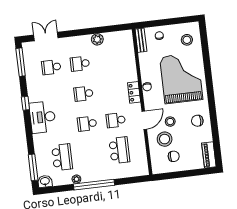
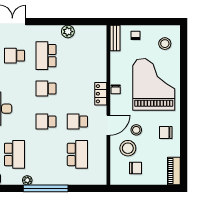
school desk: (80, 64) -> (46, 56), width x1.85

